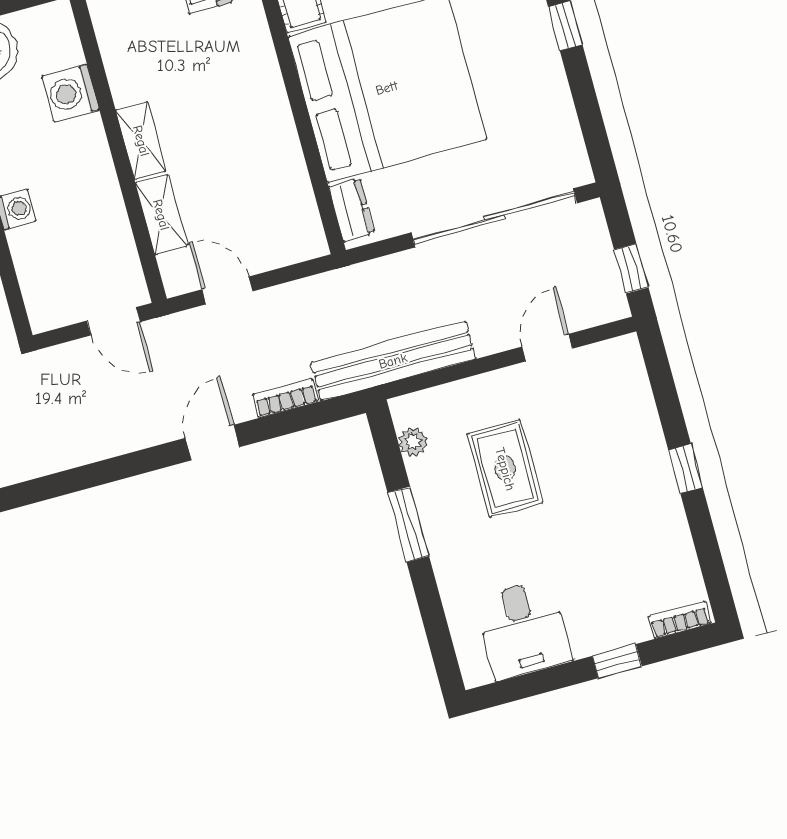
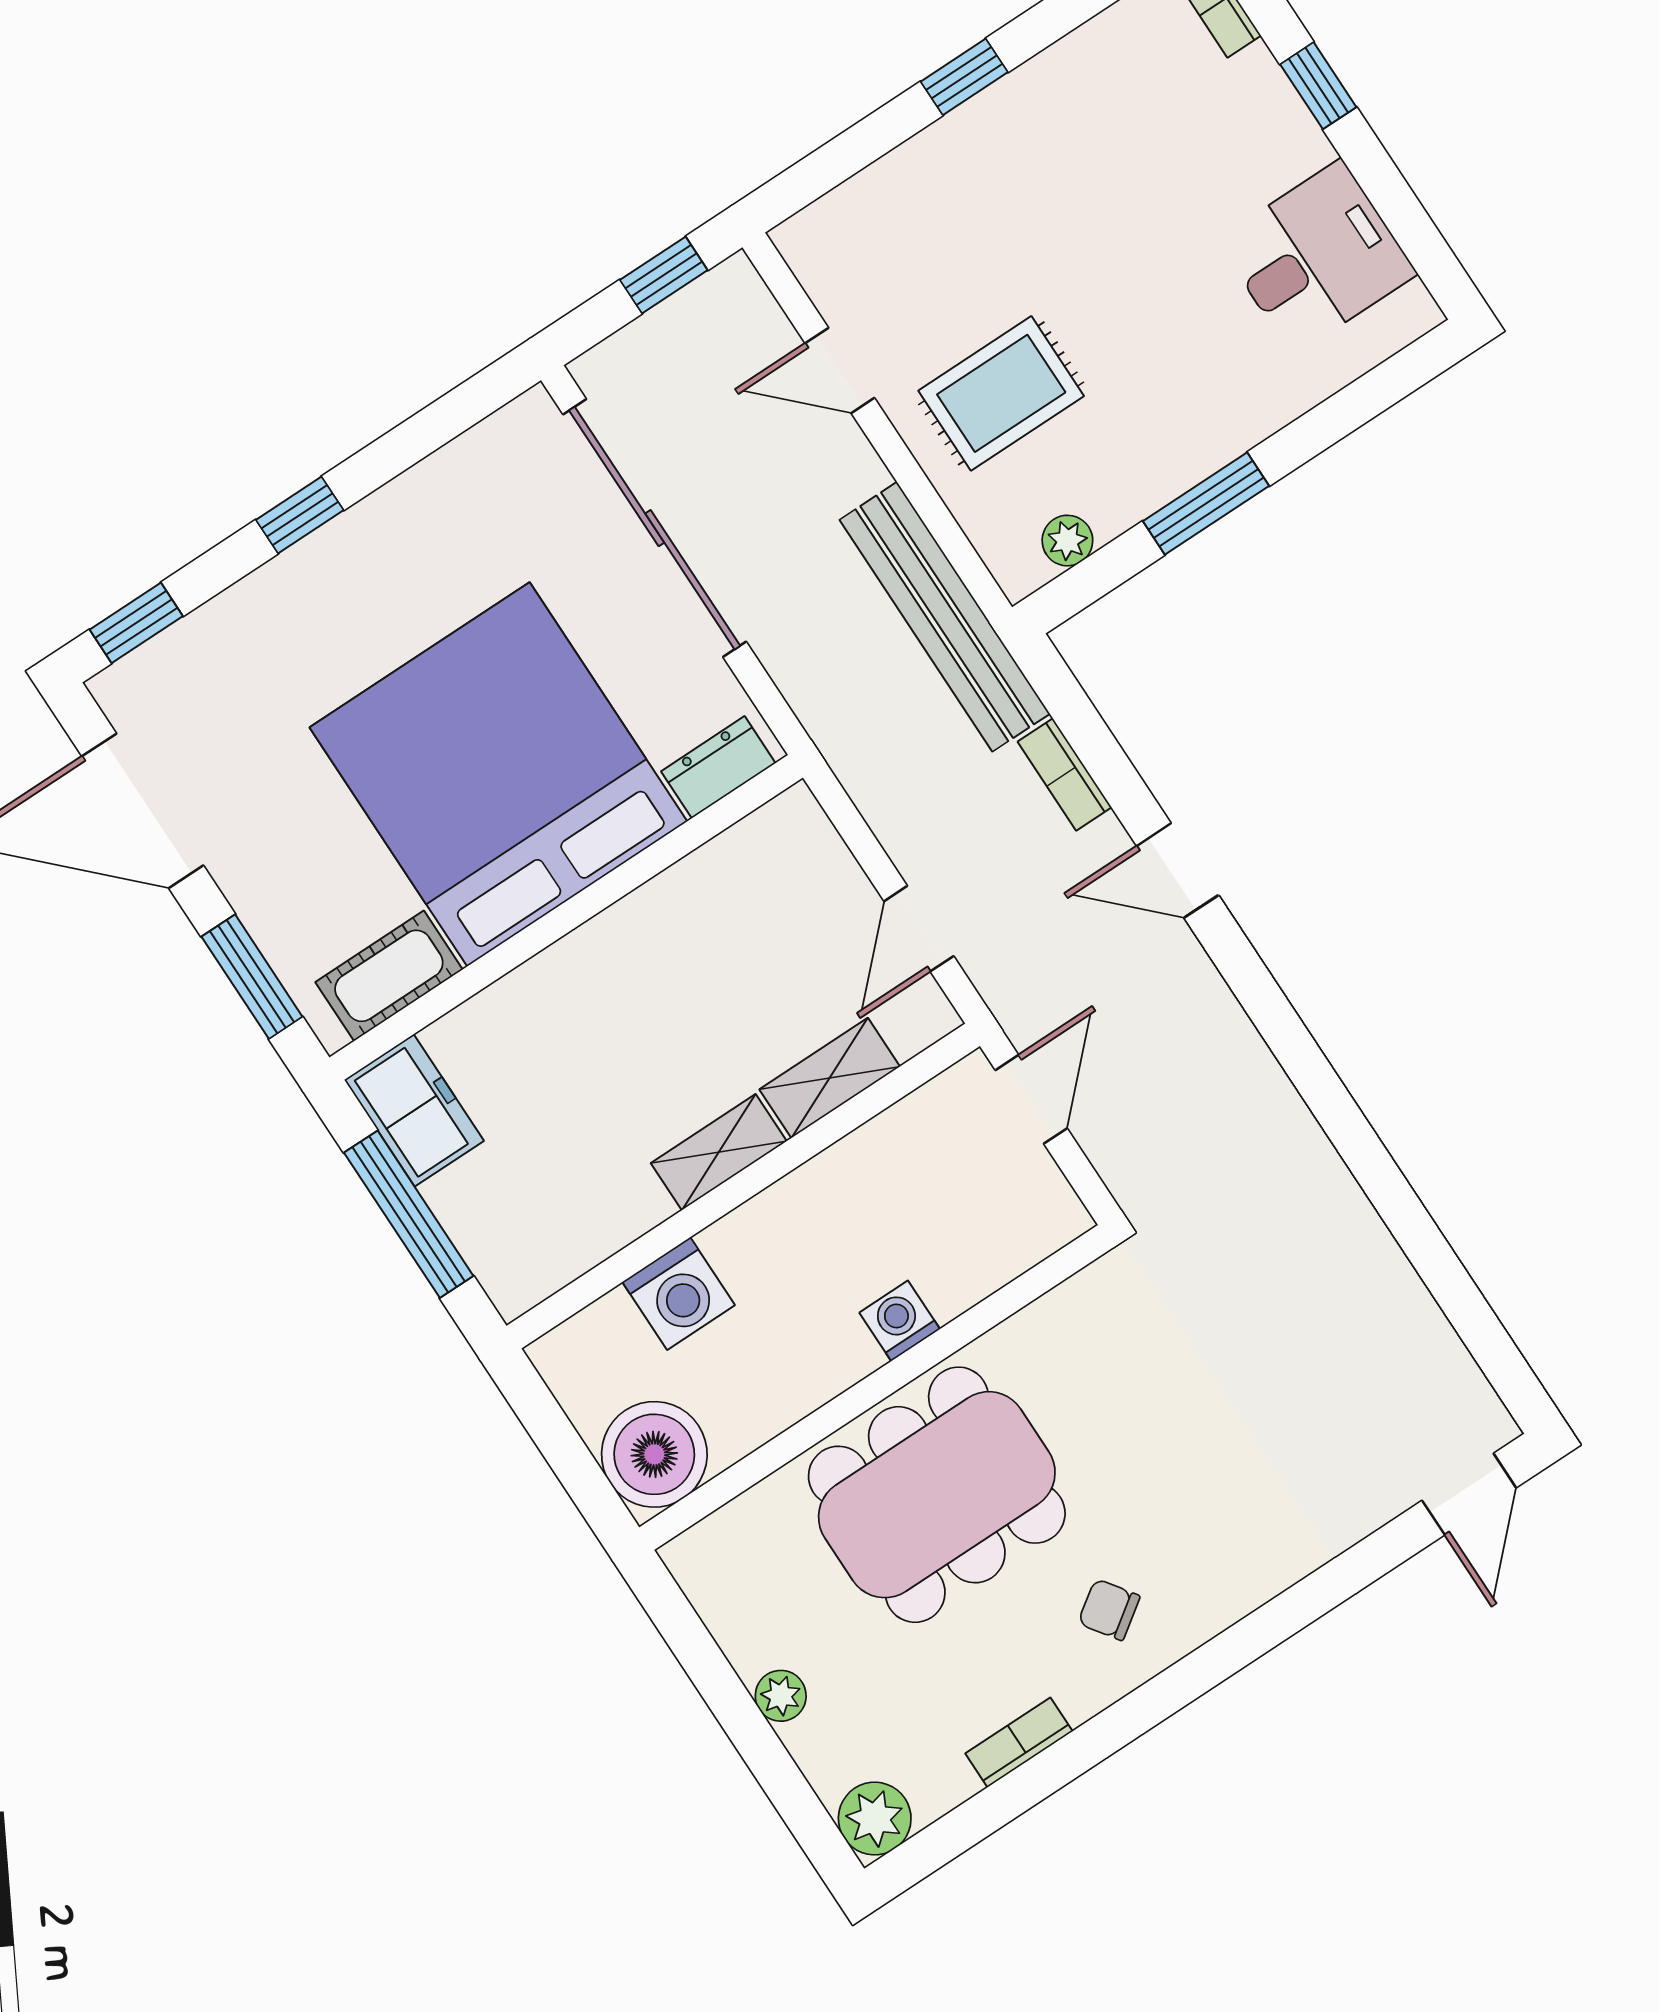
rug: (505, 469) -> (1001, 393), moved

